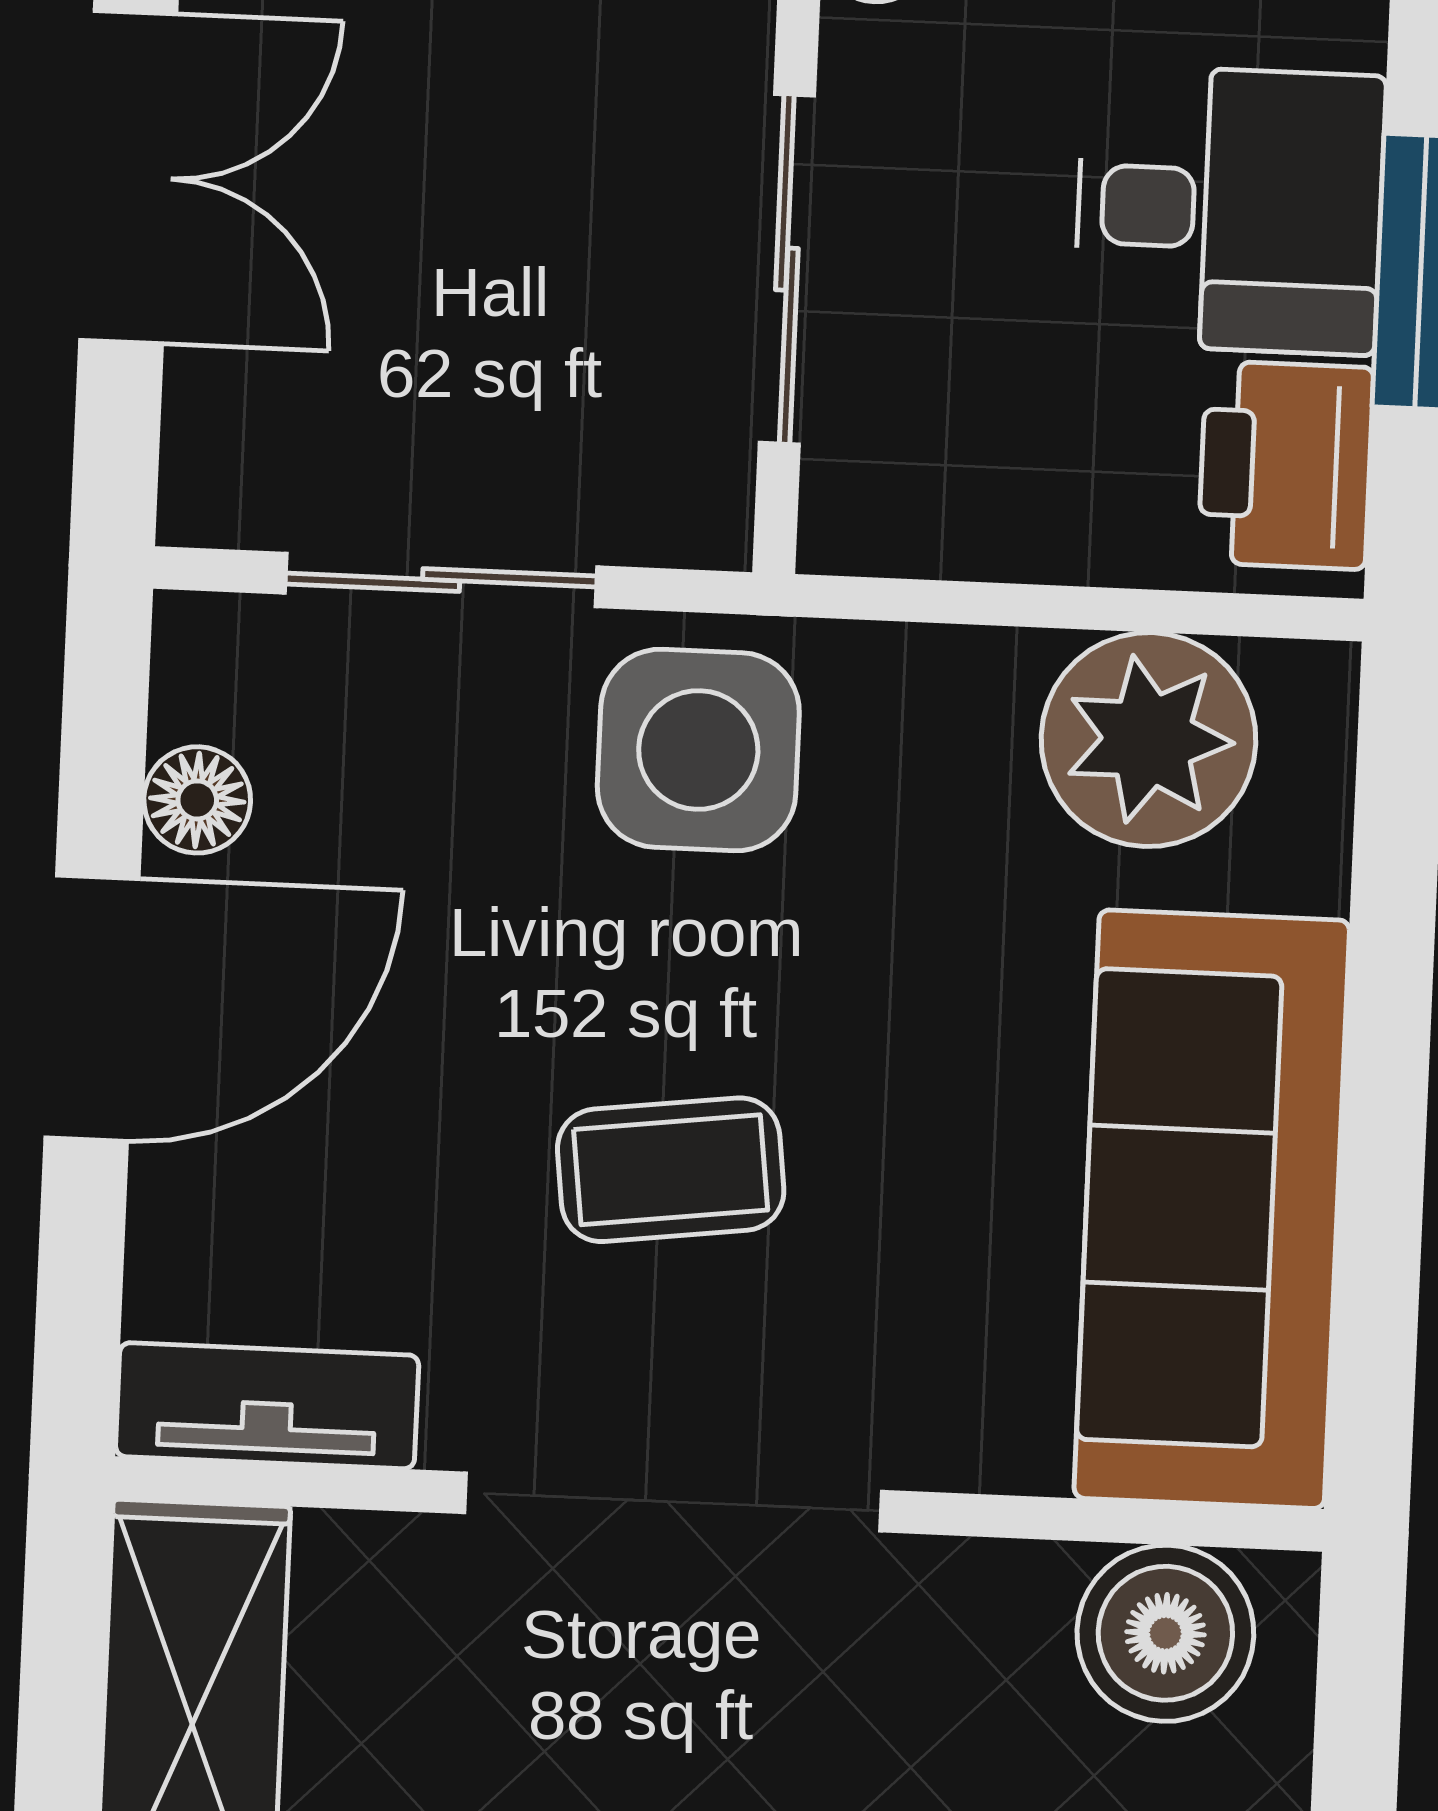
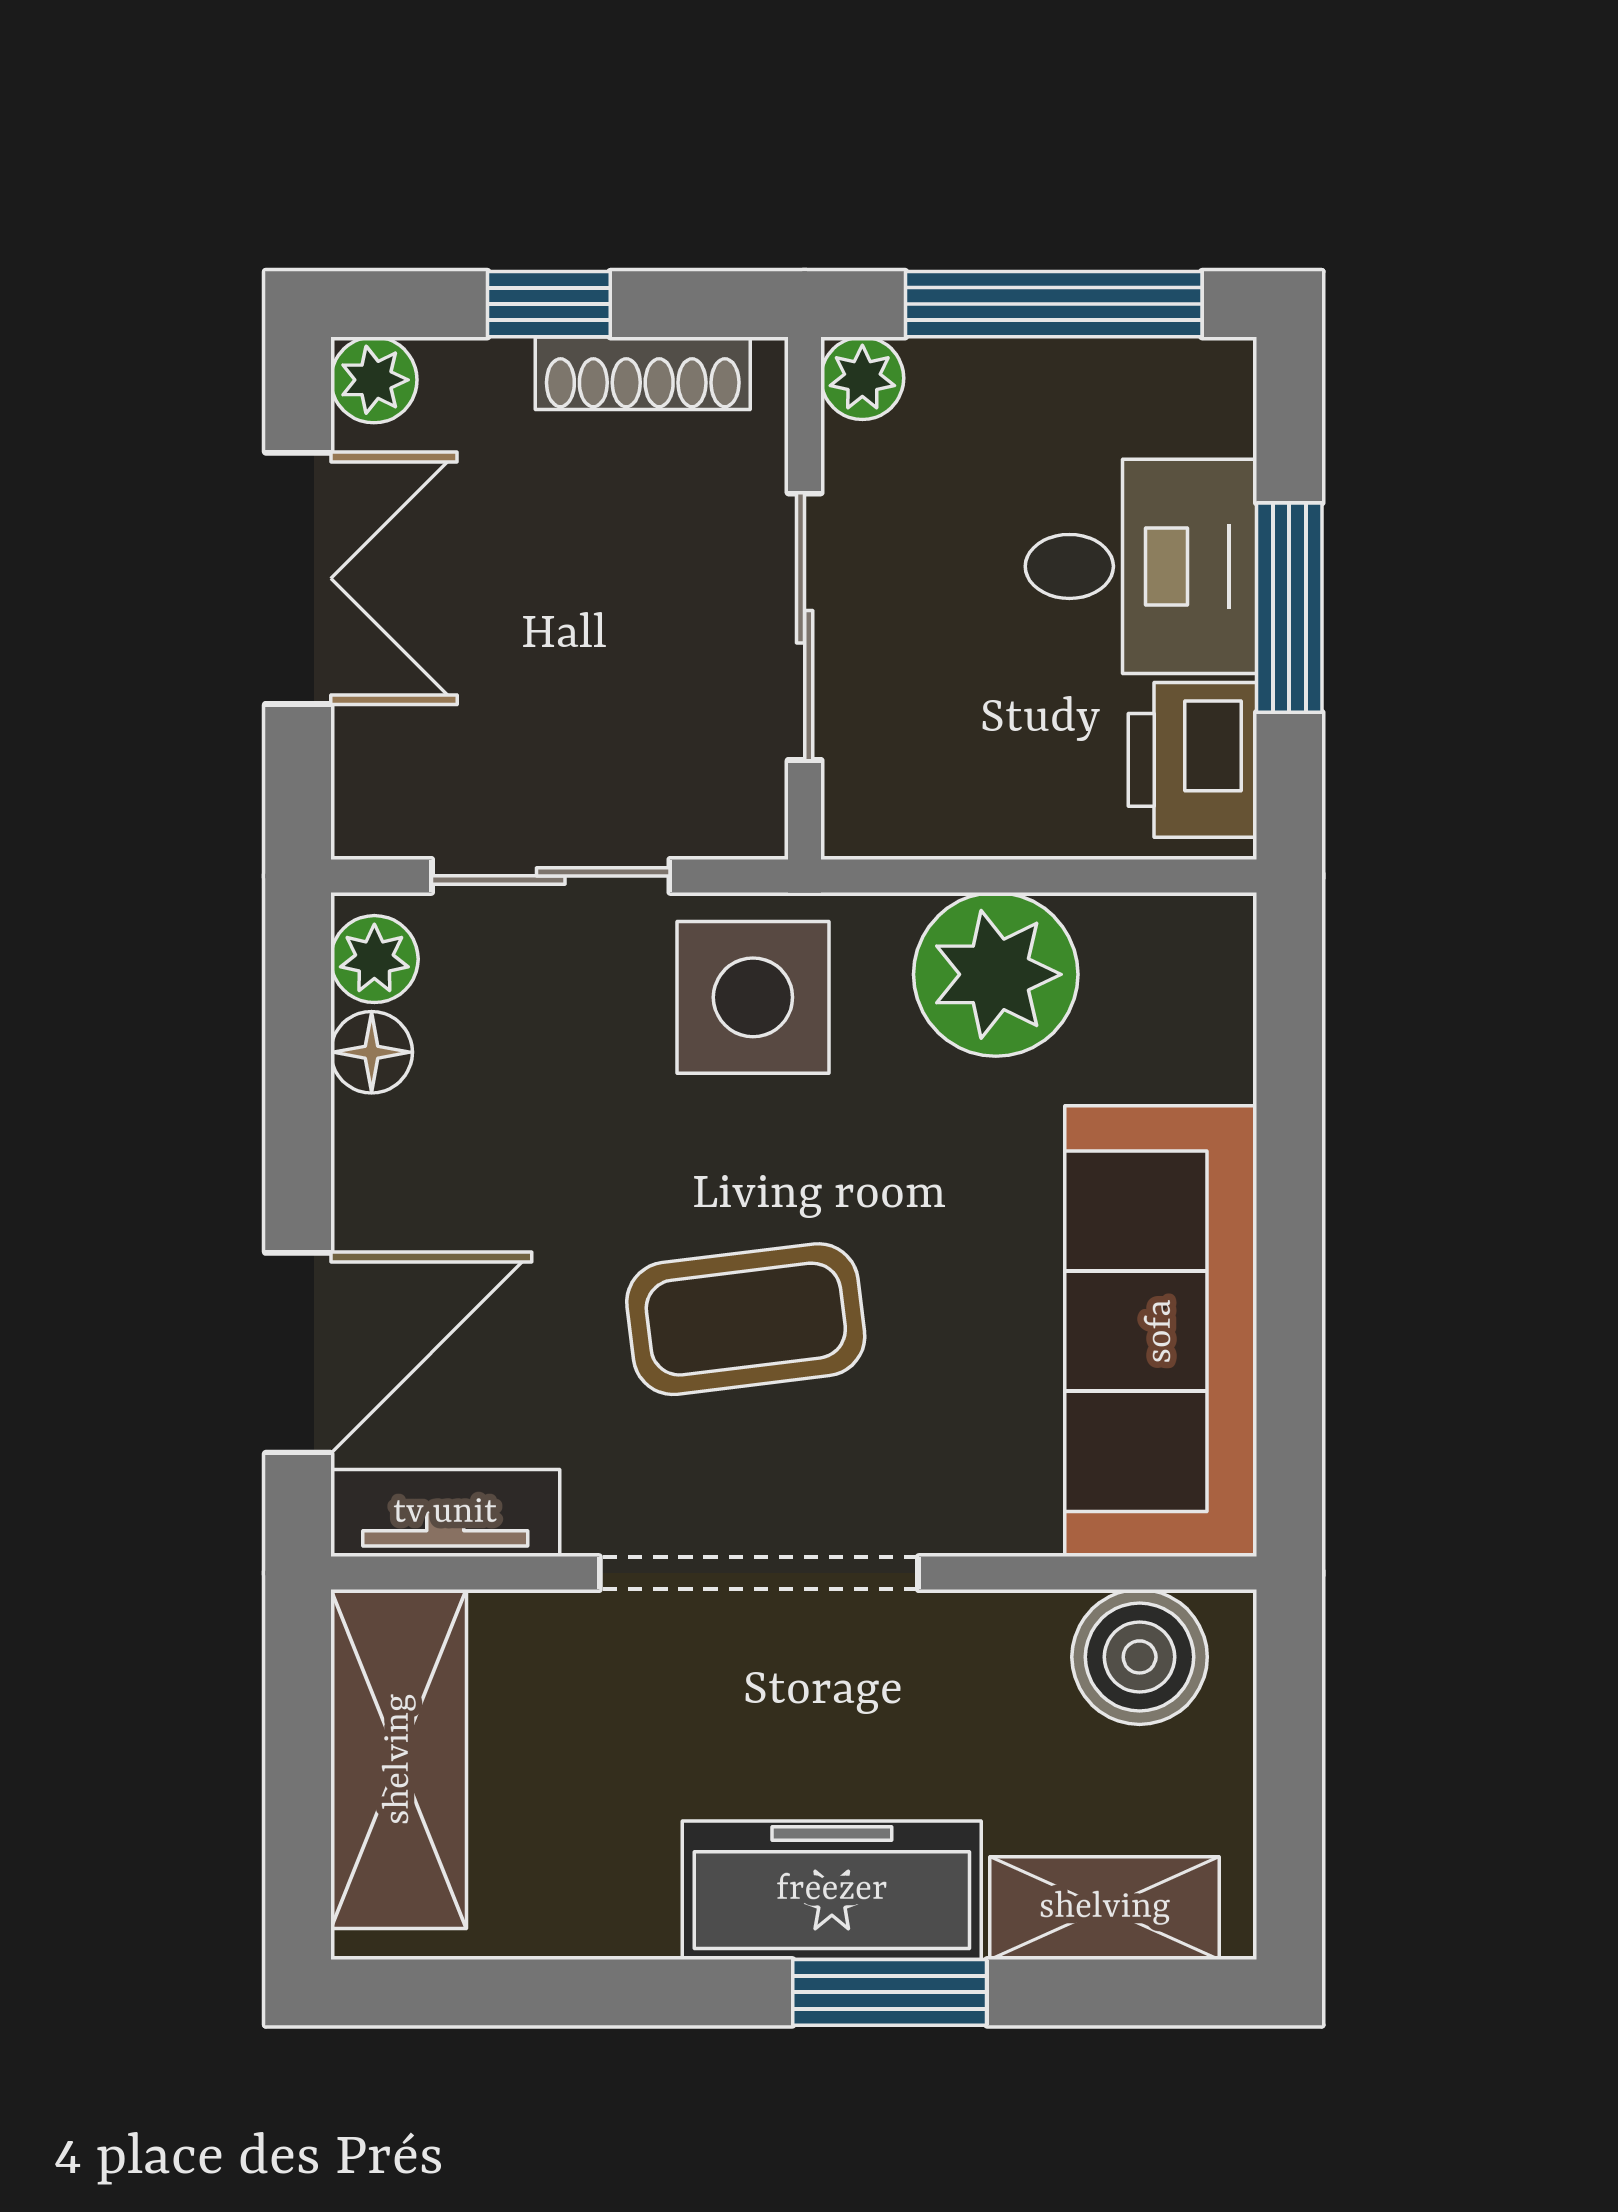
plant: (206, 679) -> (374, 959), added
plant: (1148, 740) -> (996, 974), moved
door: (92, 1008) -> (298, 1353), moved
coffee table: (671, 1170) -> (746, 1319), width x1.36, depth x1.30

